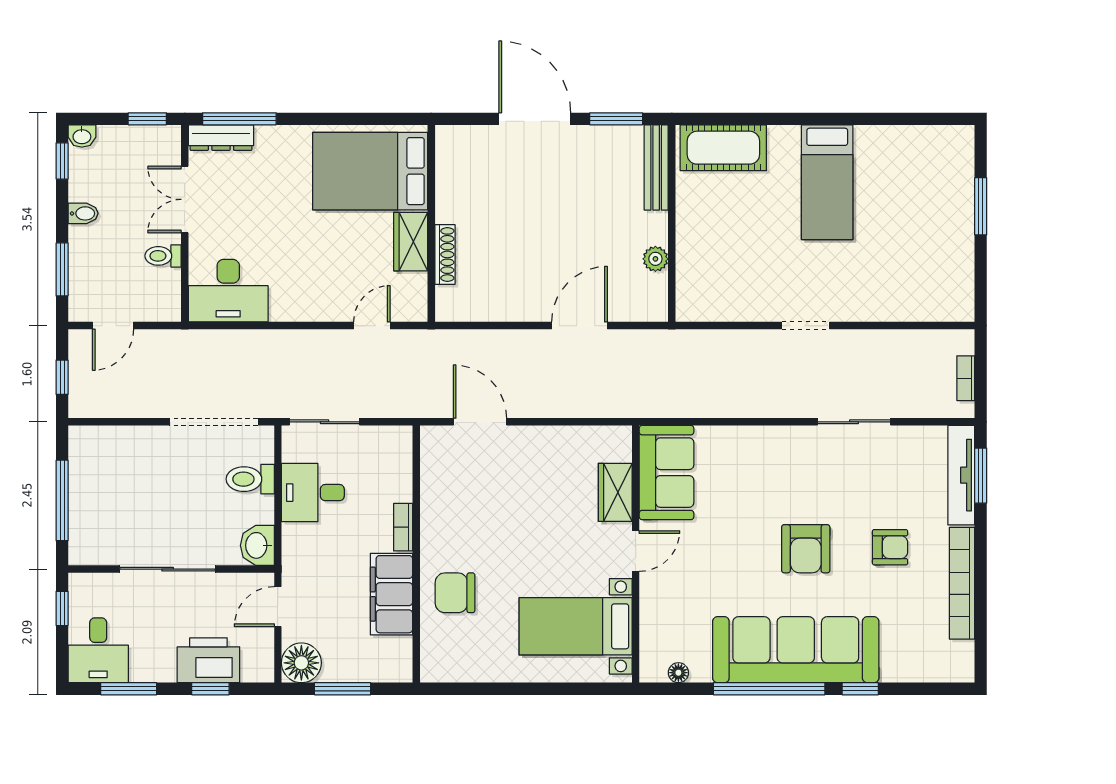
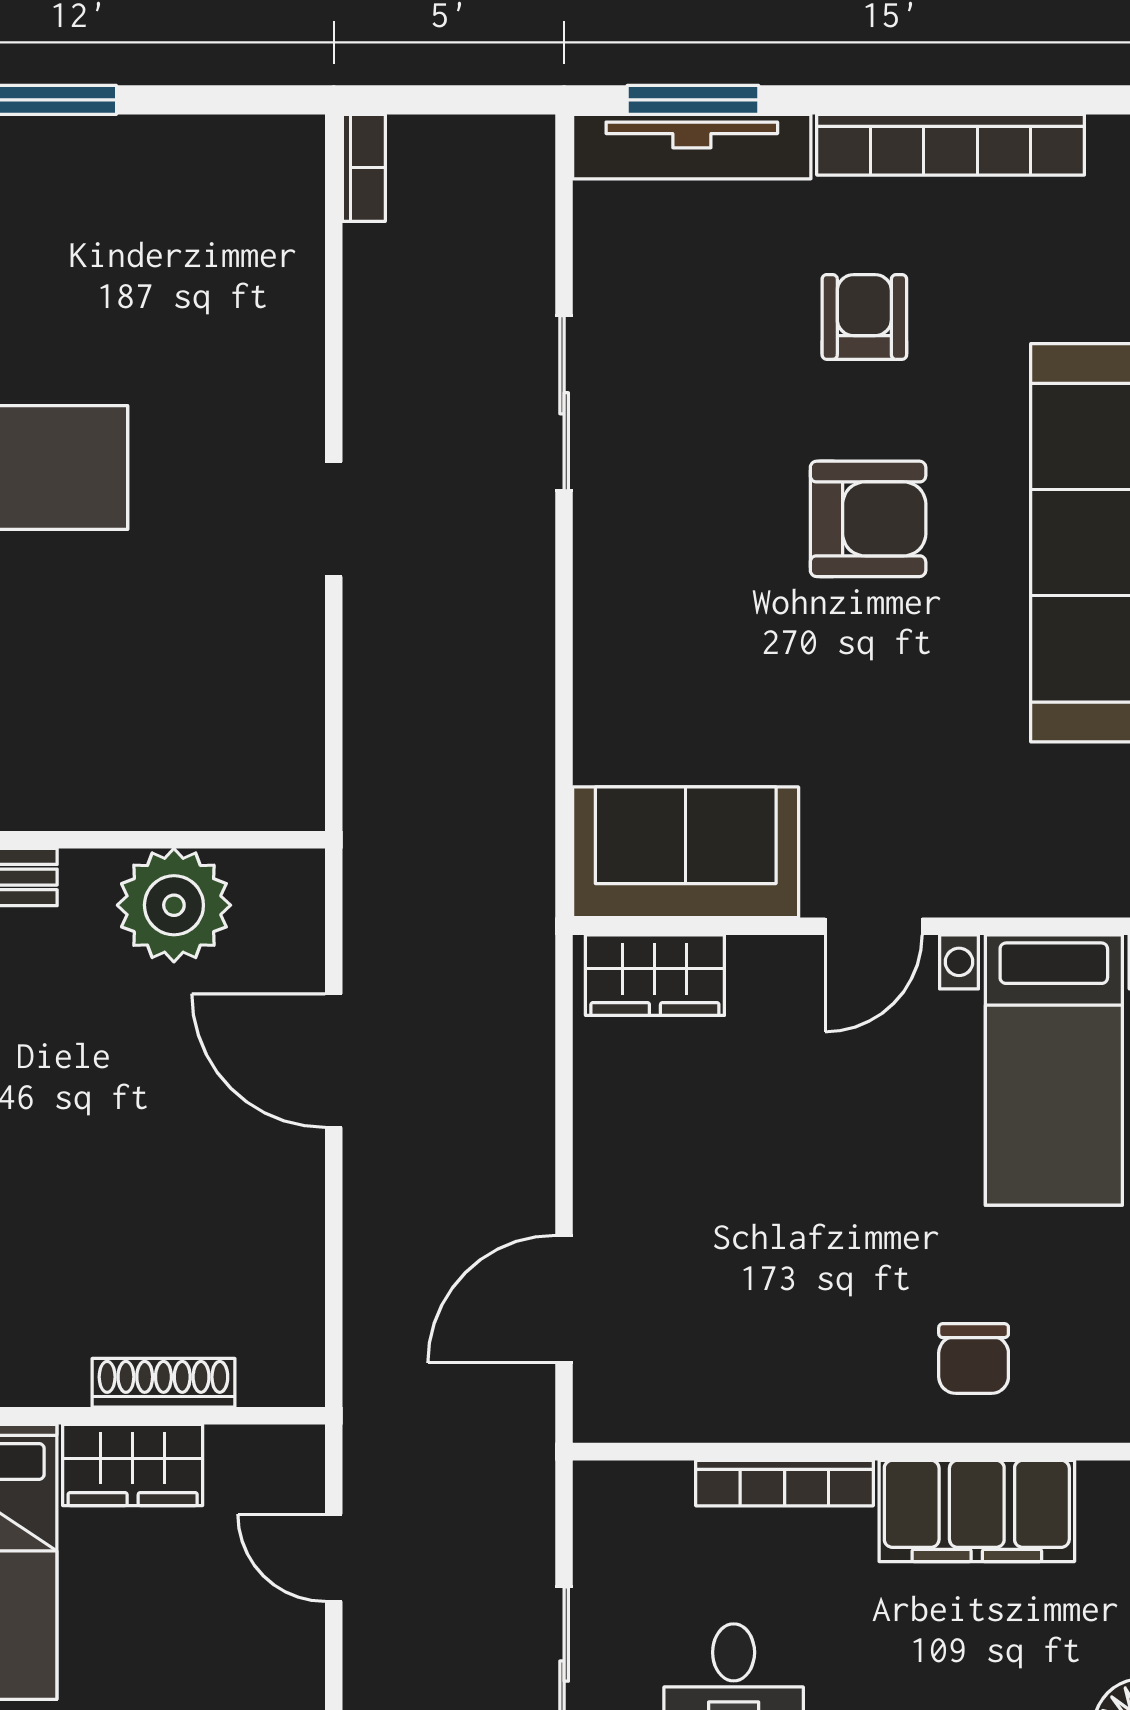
plant: (655, 259) -> (174, 905), width x1.88, depth x1.88
bookcase: (966, 378) -> (364, 168), moved, turned -90
wardrobe: (615, 492) -> (655, 975), moved
bookcase: (403, 527) -> (785, 1483), width x1.56
door: (636, 551) -> (874, 926), swing flipped
chair: (455, 593) -> (974, 1359), width x0.73, depth x0.73

